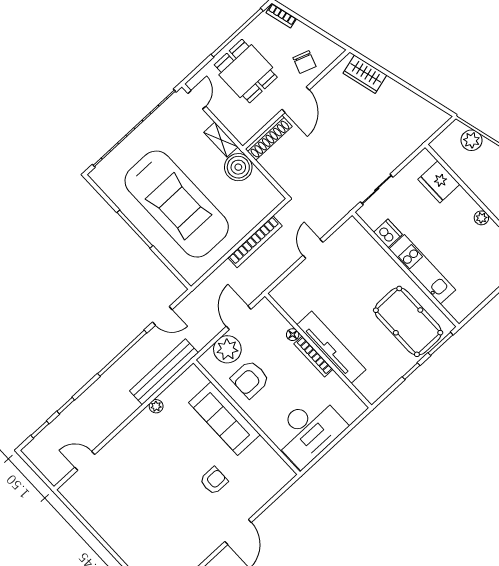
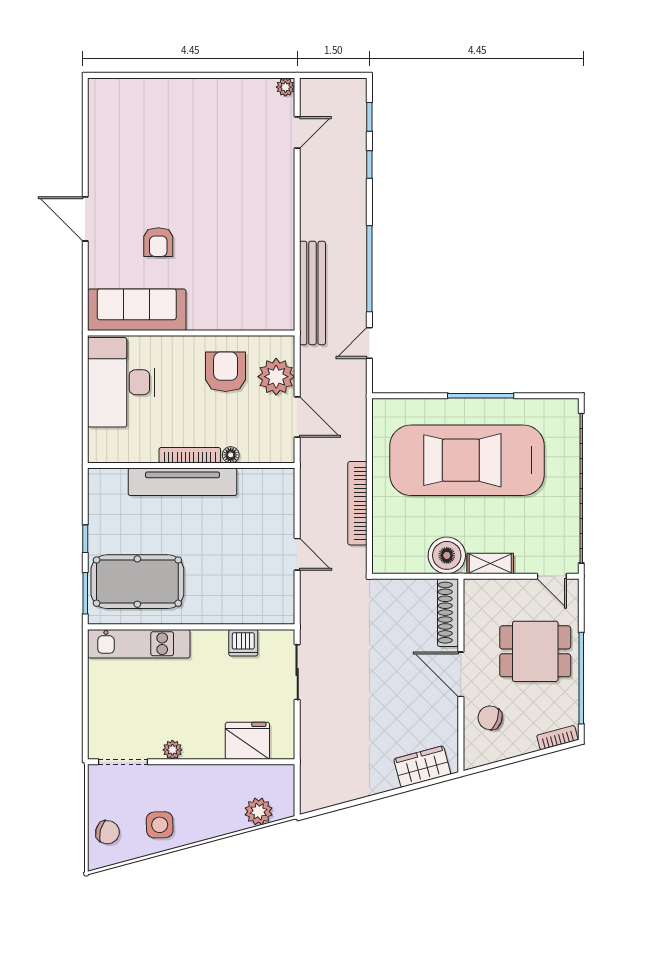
kitchen unit: (422, 269) -> (139, 644), moved
plant: (156, 406) -> (285, 87), moved
sofa: (224, 419) -> (137, 310), moved

